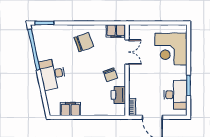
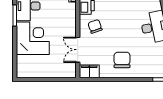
chair: (84, 42) -> (122, 60), turned 110
corner desk: (171, 49) -> (33, 38), moved

